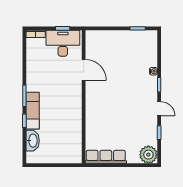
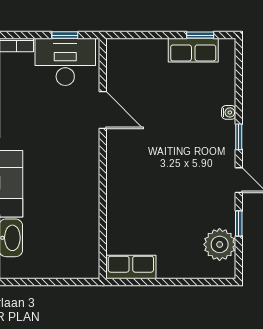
row of seats: (134, 37) -> (193, 50), added
plant: (148, 155) -> (220, 244), moved
row of seats: (106, 157) -> (131, 267), width x0.68

